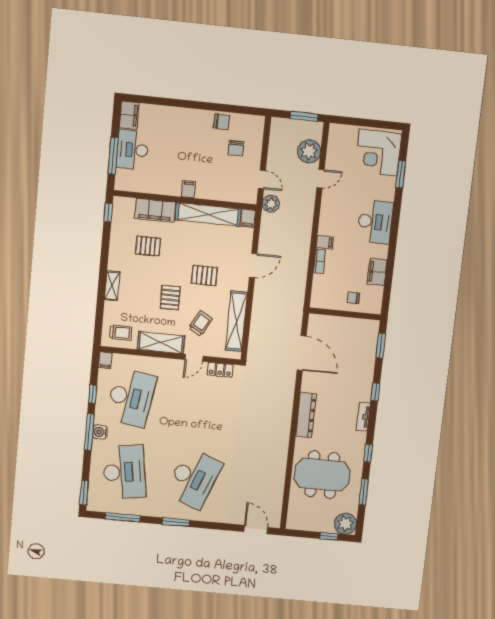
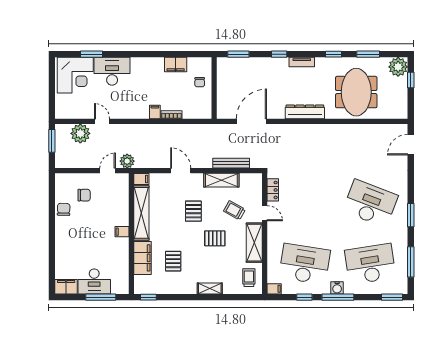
desk: (375, 222) -> (112, 71), moved
shelving: (236, 321) -> (221, 180), width x0.68
bench: (256, 325) -> (231, 163), added

